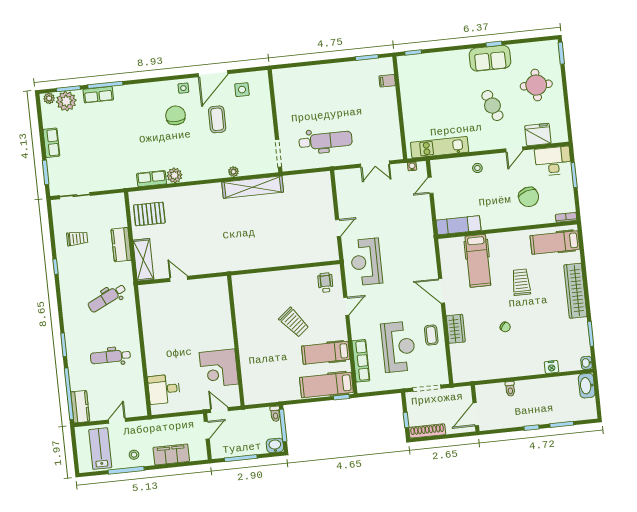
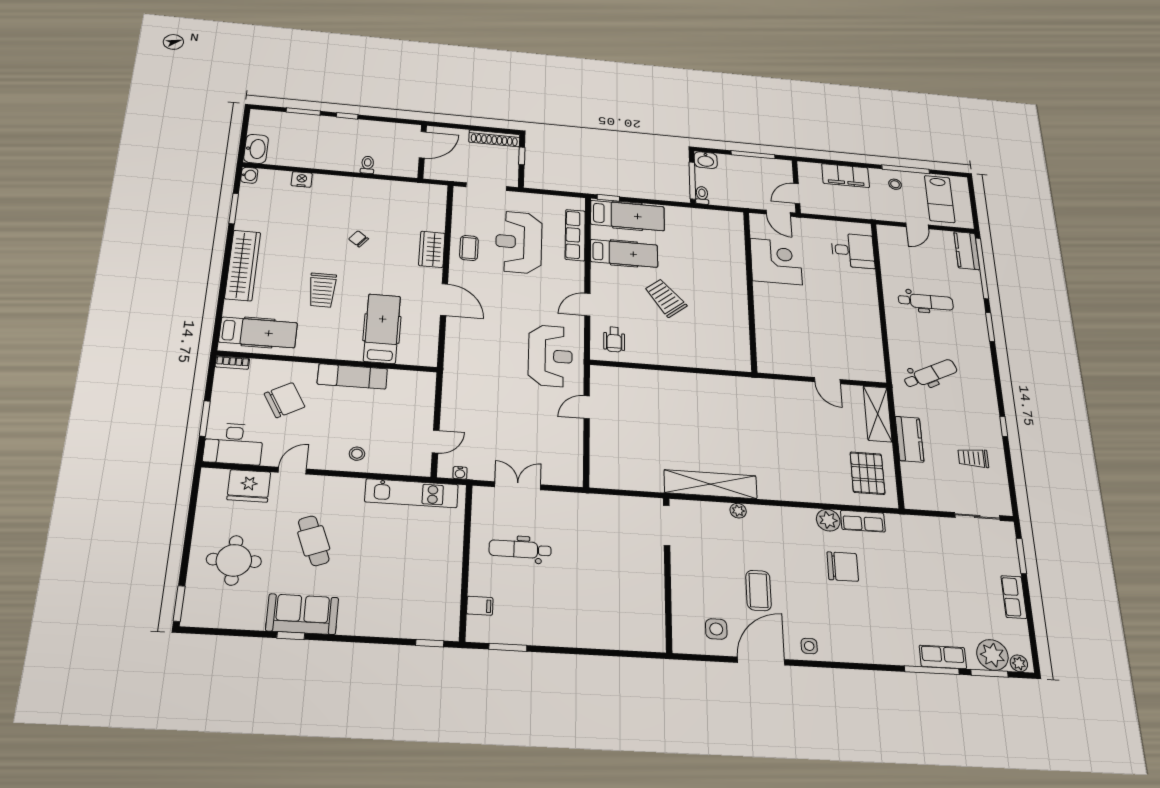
chair: (176, 115) -> (843, 567), moved, turned -90
dental chair: (326, 141) -> (520, 549), moved, width x0.73, depth x0.72
chair: (529, 197) -> (285, 400), turned 78
pallet: (149, 214) -> (867, 473), turned 90
exam couch: (459, 225) -> (352, 376), moved

